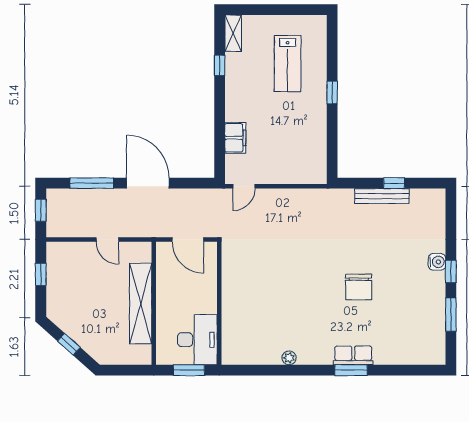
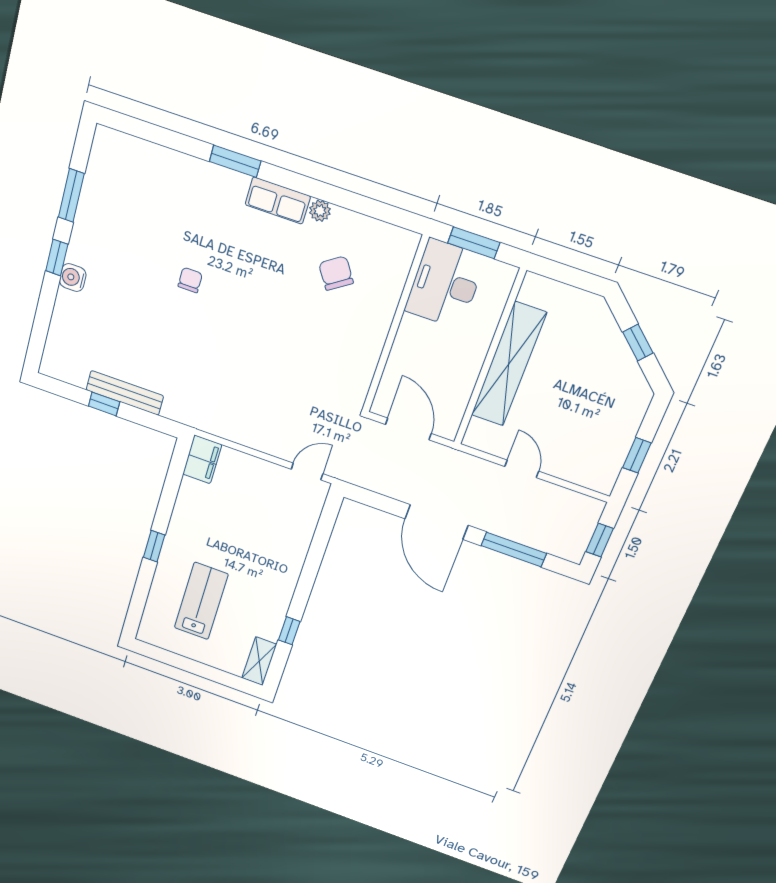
filing cabinet: (235, 138) -> (202, 459), moved, turned 180
chair: (359, 287) -> (190, 280), width x0.54, depth x0.54
chair: (267, 323) -> (336, 273), added
row of seats: (353, 355) -> (278, 200), moved

